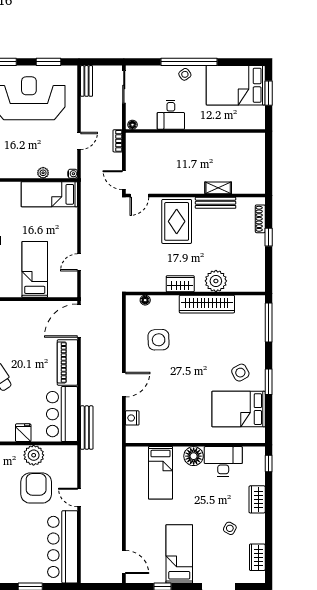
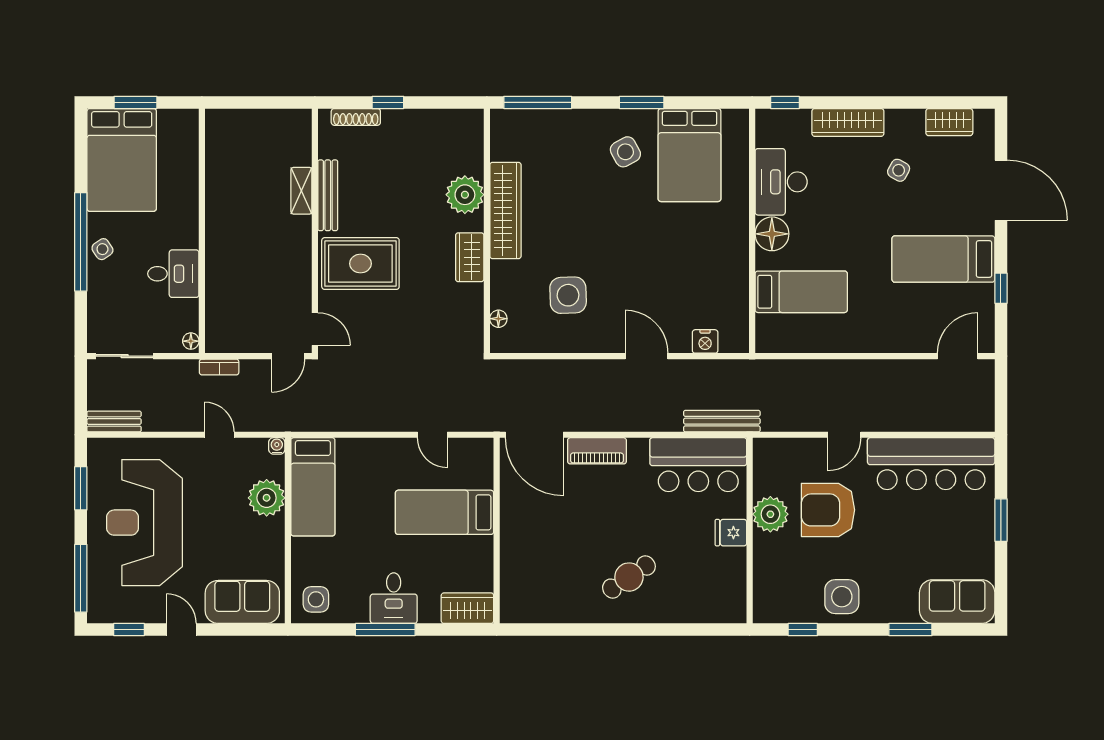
plant: (43, 173) -> (267, 498), width x1.87, depth x1.87
piano: (67, 362) -> (597, 451), width x0.73, depth x0.75
wardrobe: (257, 499) -> (848, 122), width x1.50

